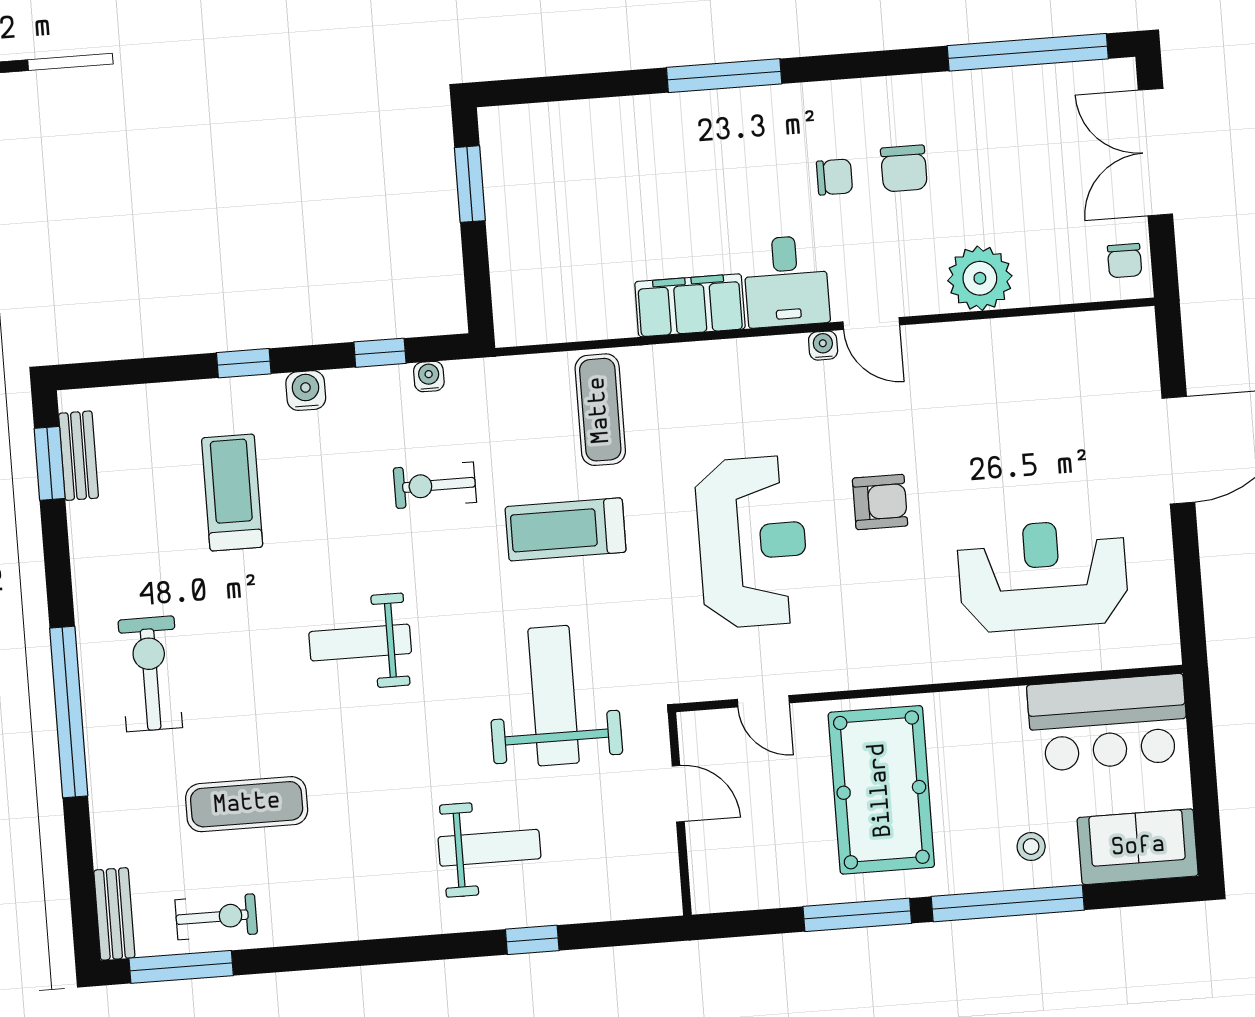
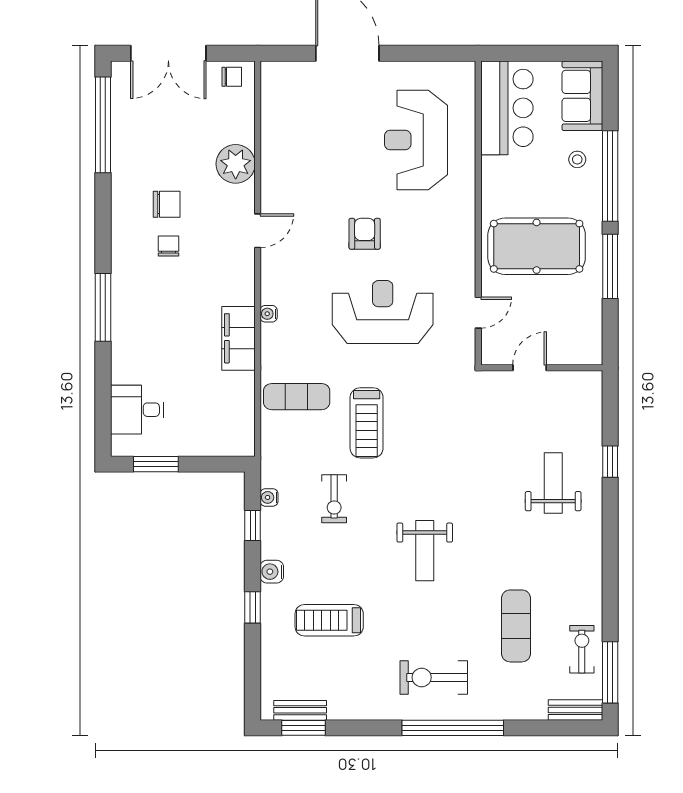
desk: (786, 281) -> (137, 410), moved, turned 180
water cooler: (823, 346) -> (269, 314), moved
weight bench: (554, 696) -> (465, 438), removed

